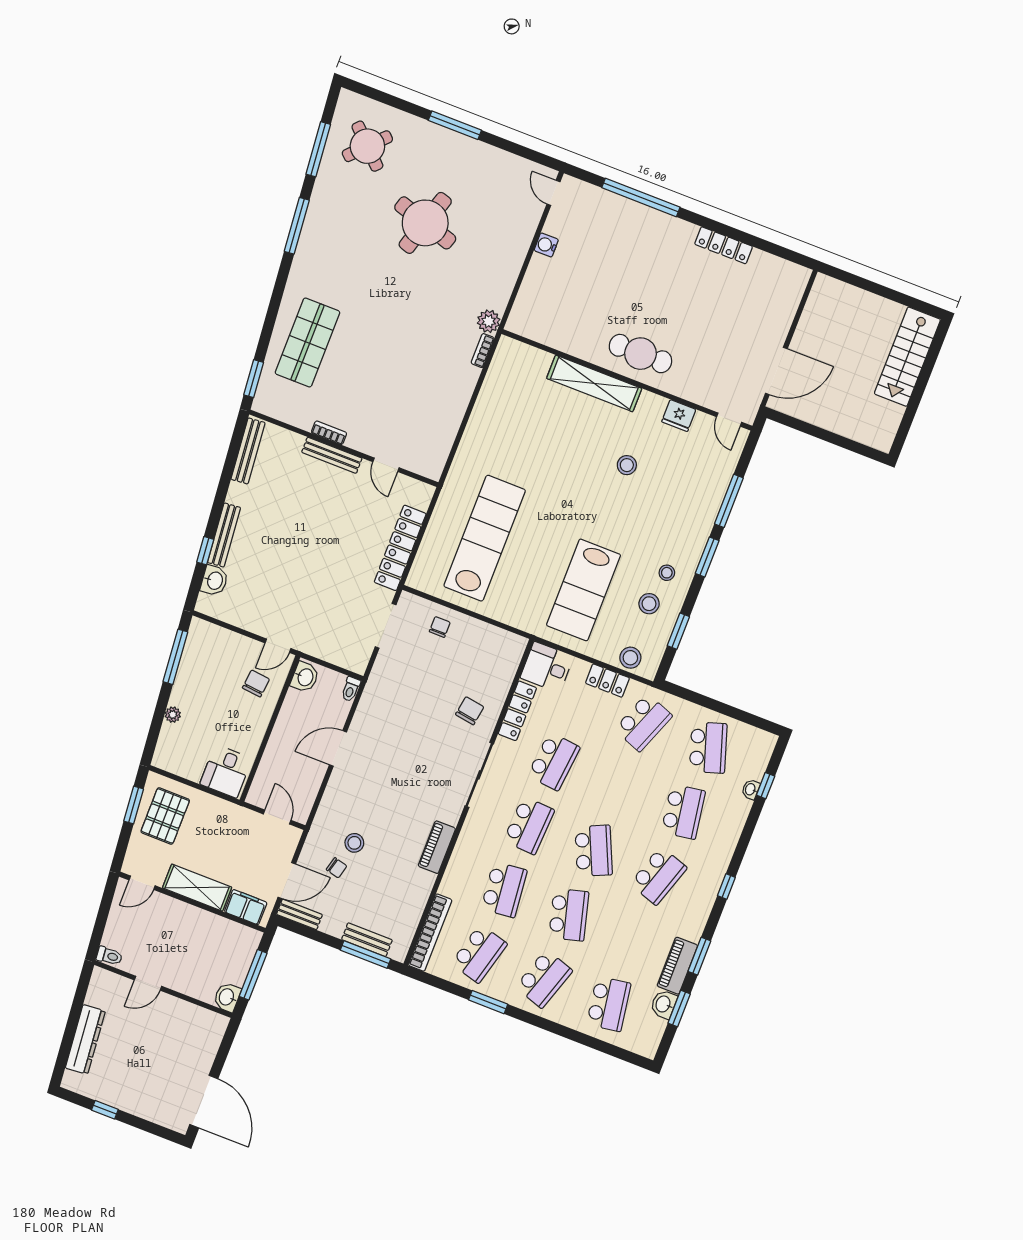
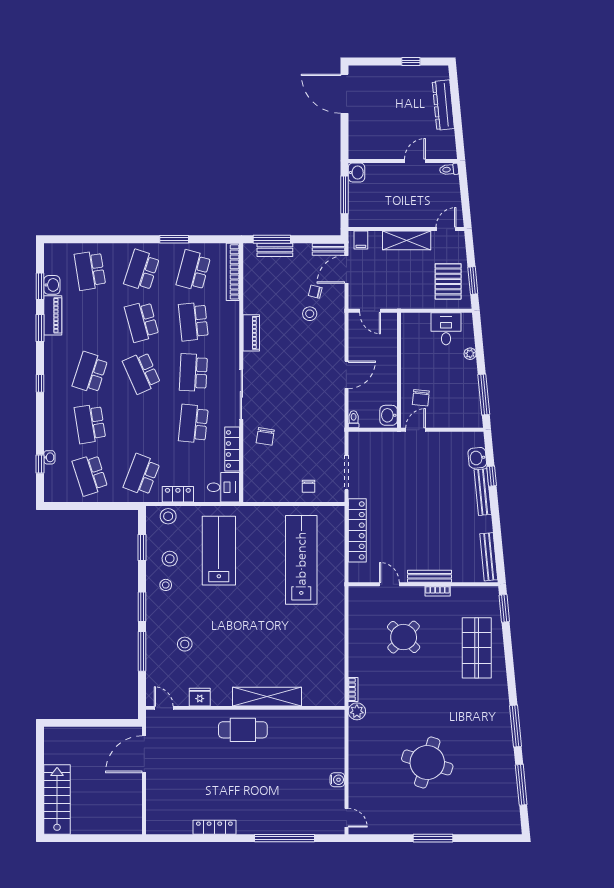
round table: (367, 146) -> (404, 637), moved
stool: (627, 465) -> (185, 644), moved
lab bench: (485, 538) -> (301, 560), turned 180
desk: (226, 771) -> (446, 329), moved
filing cabinet: (246, 907) -> (361, 240), width x0.50

